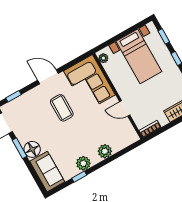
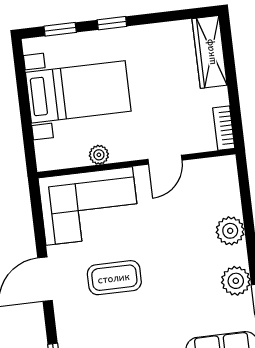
plant: (103, 58) -> (99, 155), moved

